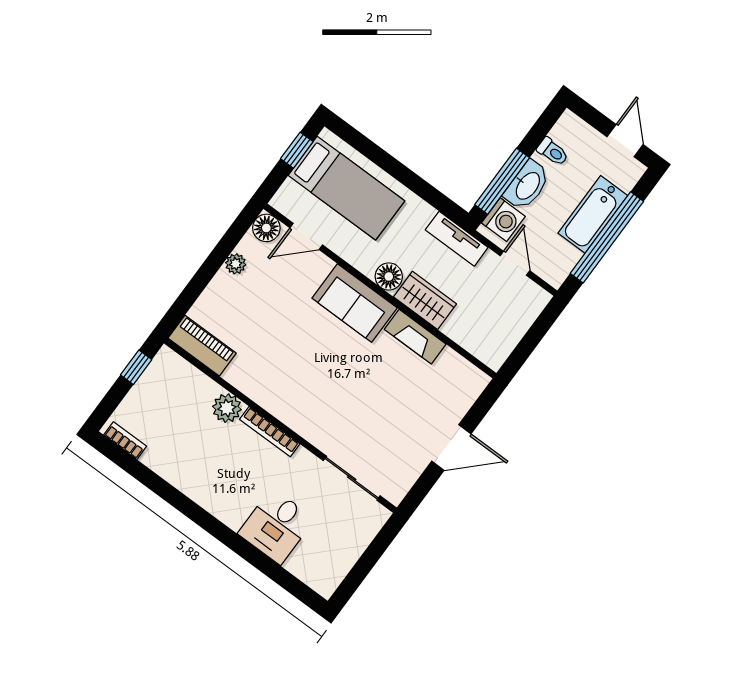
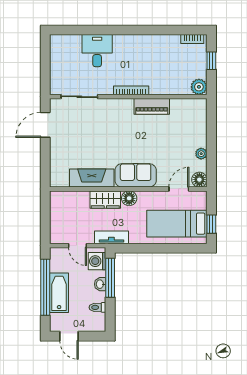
washbasin: (527, 185) -> (100, 284), width x0.52, depth x0.69
fireplace: (415, 337) -> (92, 178), width x1.37, depth x1.32
piano: (202, 346) -> (152, 106), moved
window: (136, 367) -> (211, 61), moved
plant: (227, 408) -> (199, 87), moved
door: (451, 448) -> (45, 125), moved

